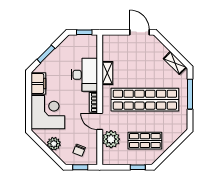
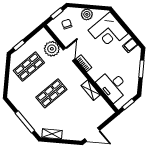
desk: (84, 75) -> (113, 86), moved
filing cabinet: (38, 83) -> (130, 45), width x0.50
shop shelf: (145, 100) -> (51, 93), width x0.50, depth x0.74
door: (100, 121) -> (69, 54), hinge flipped

